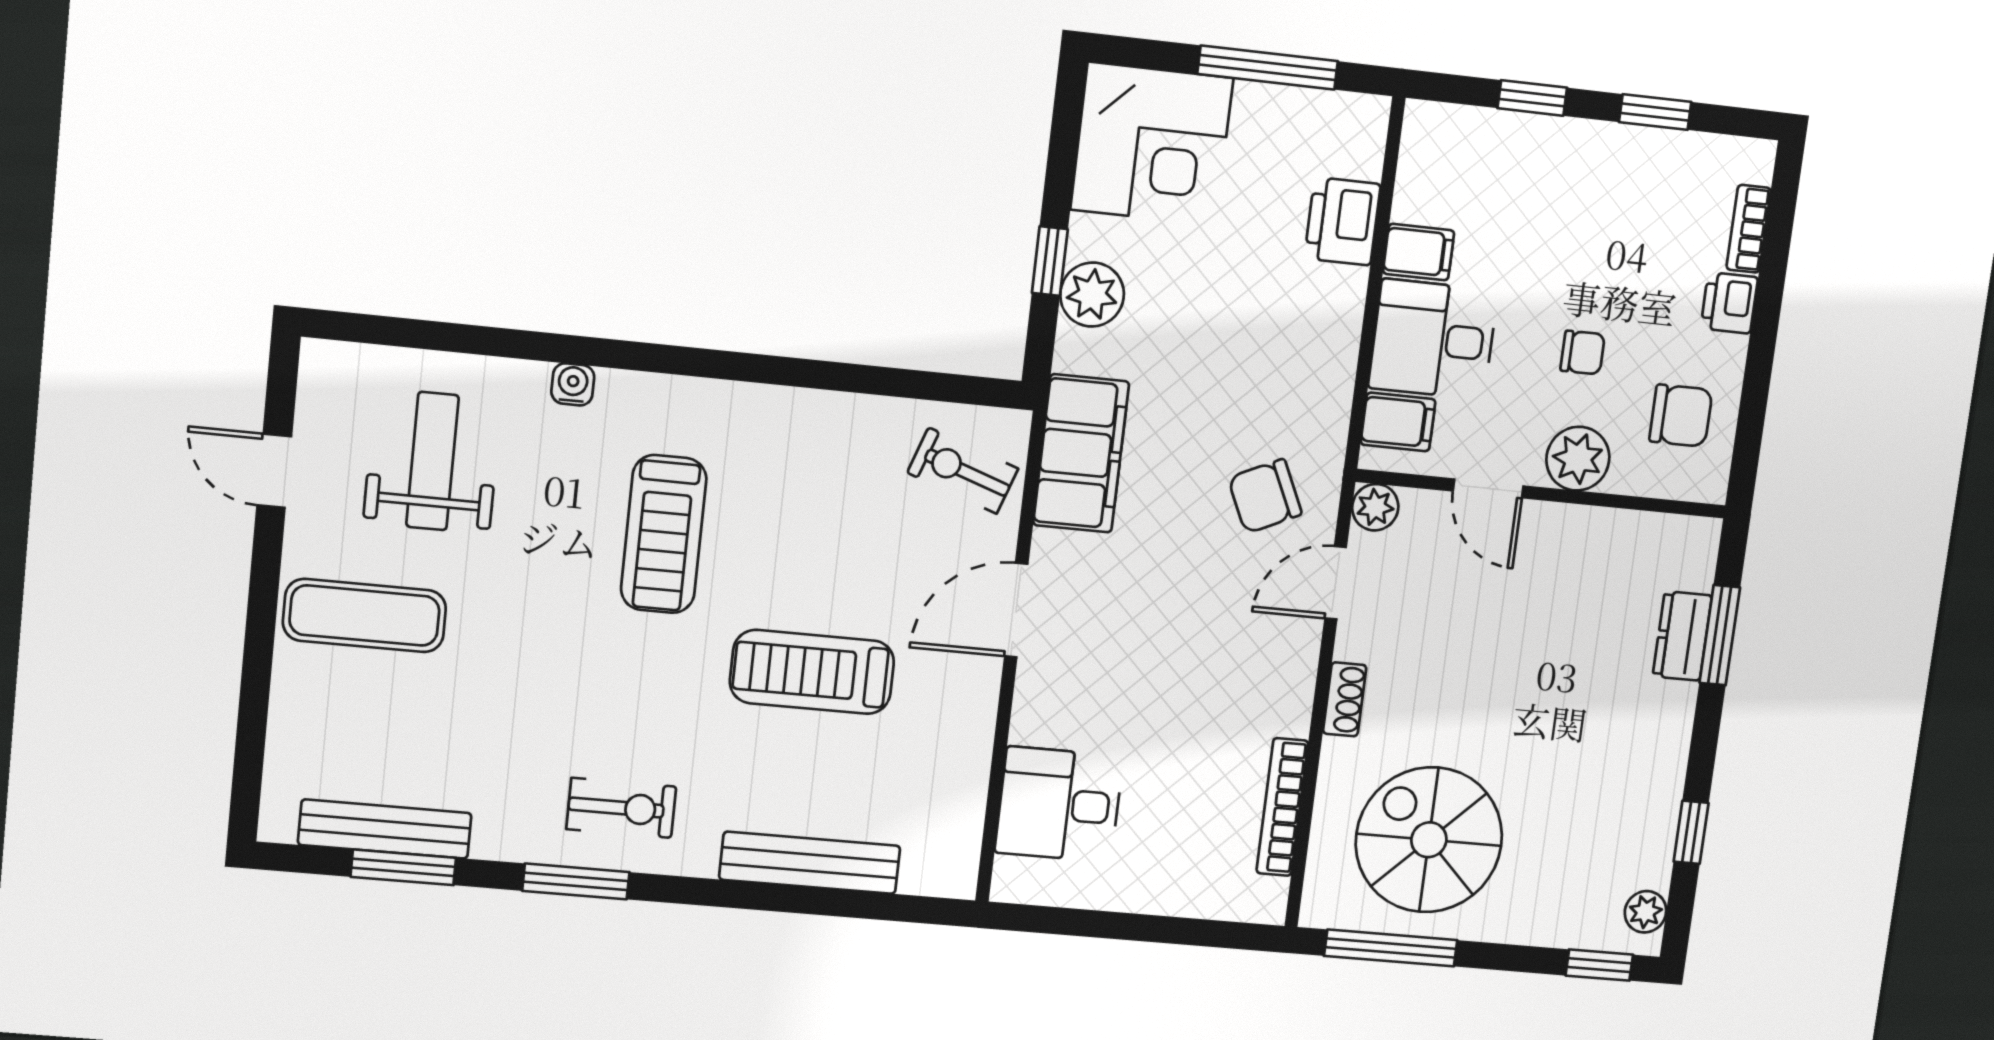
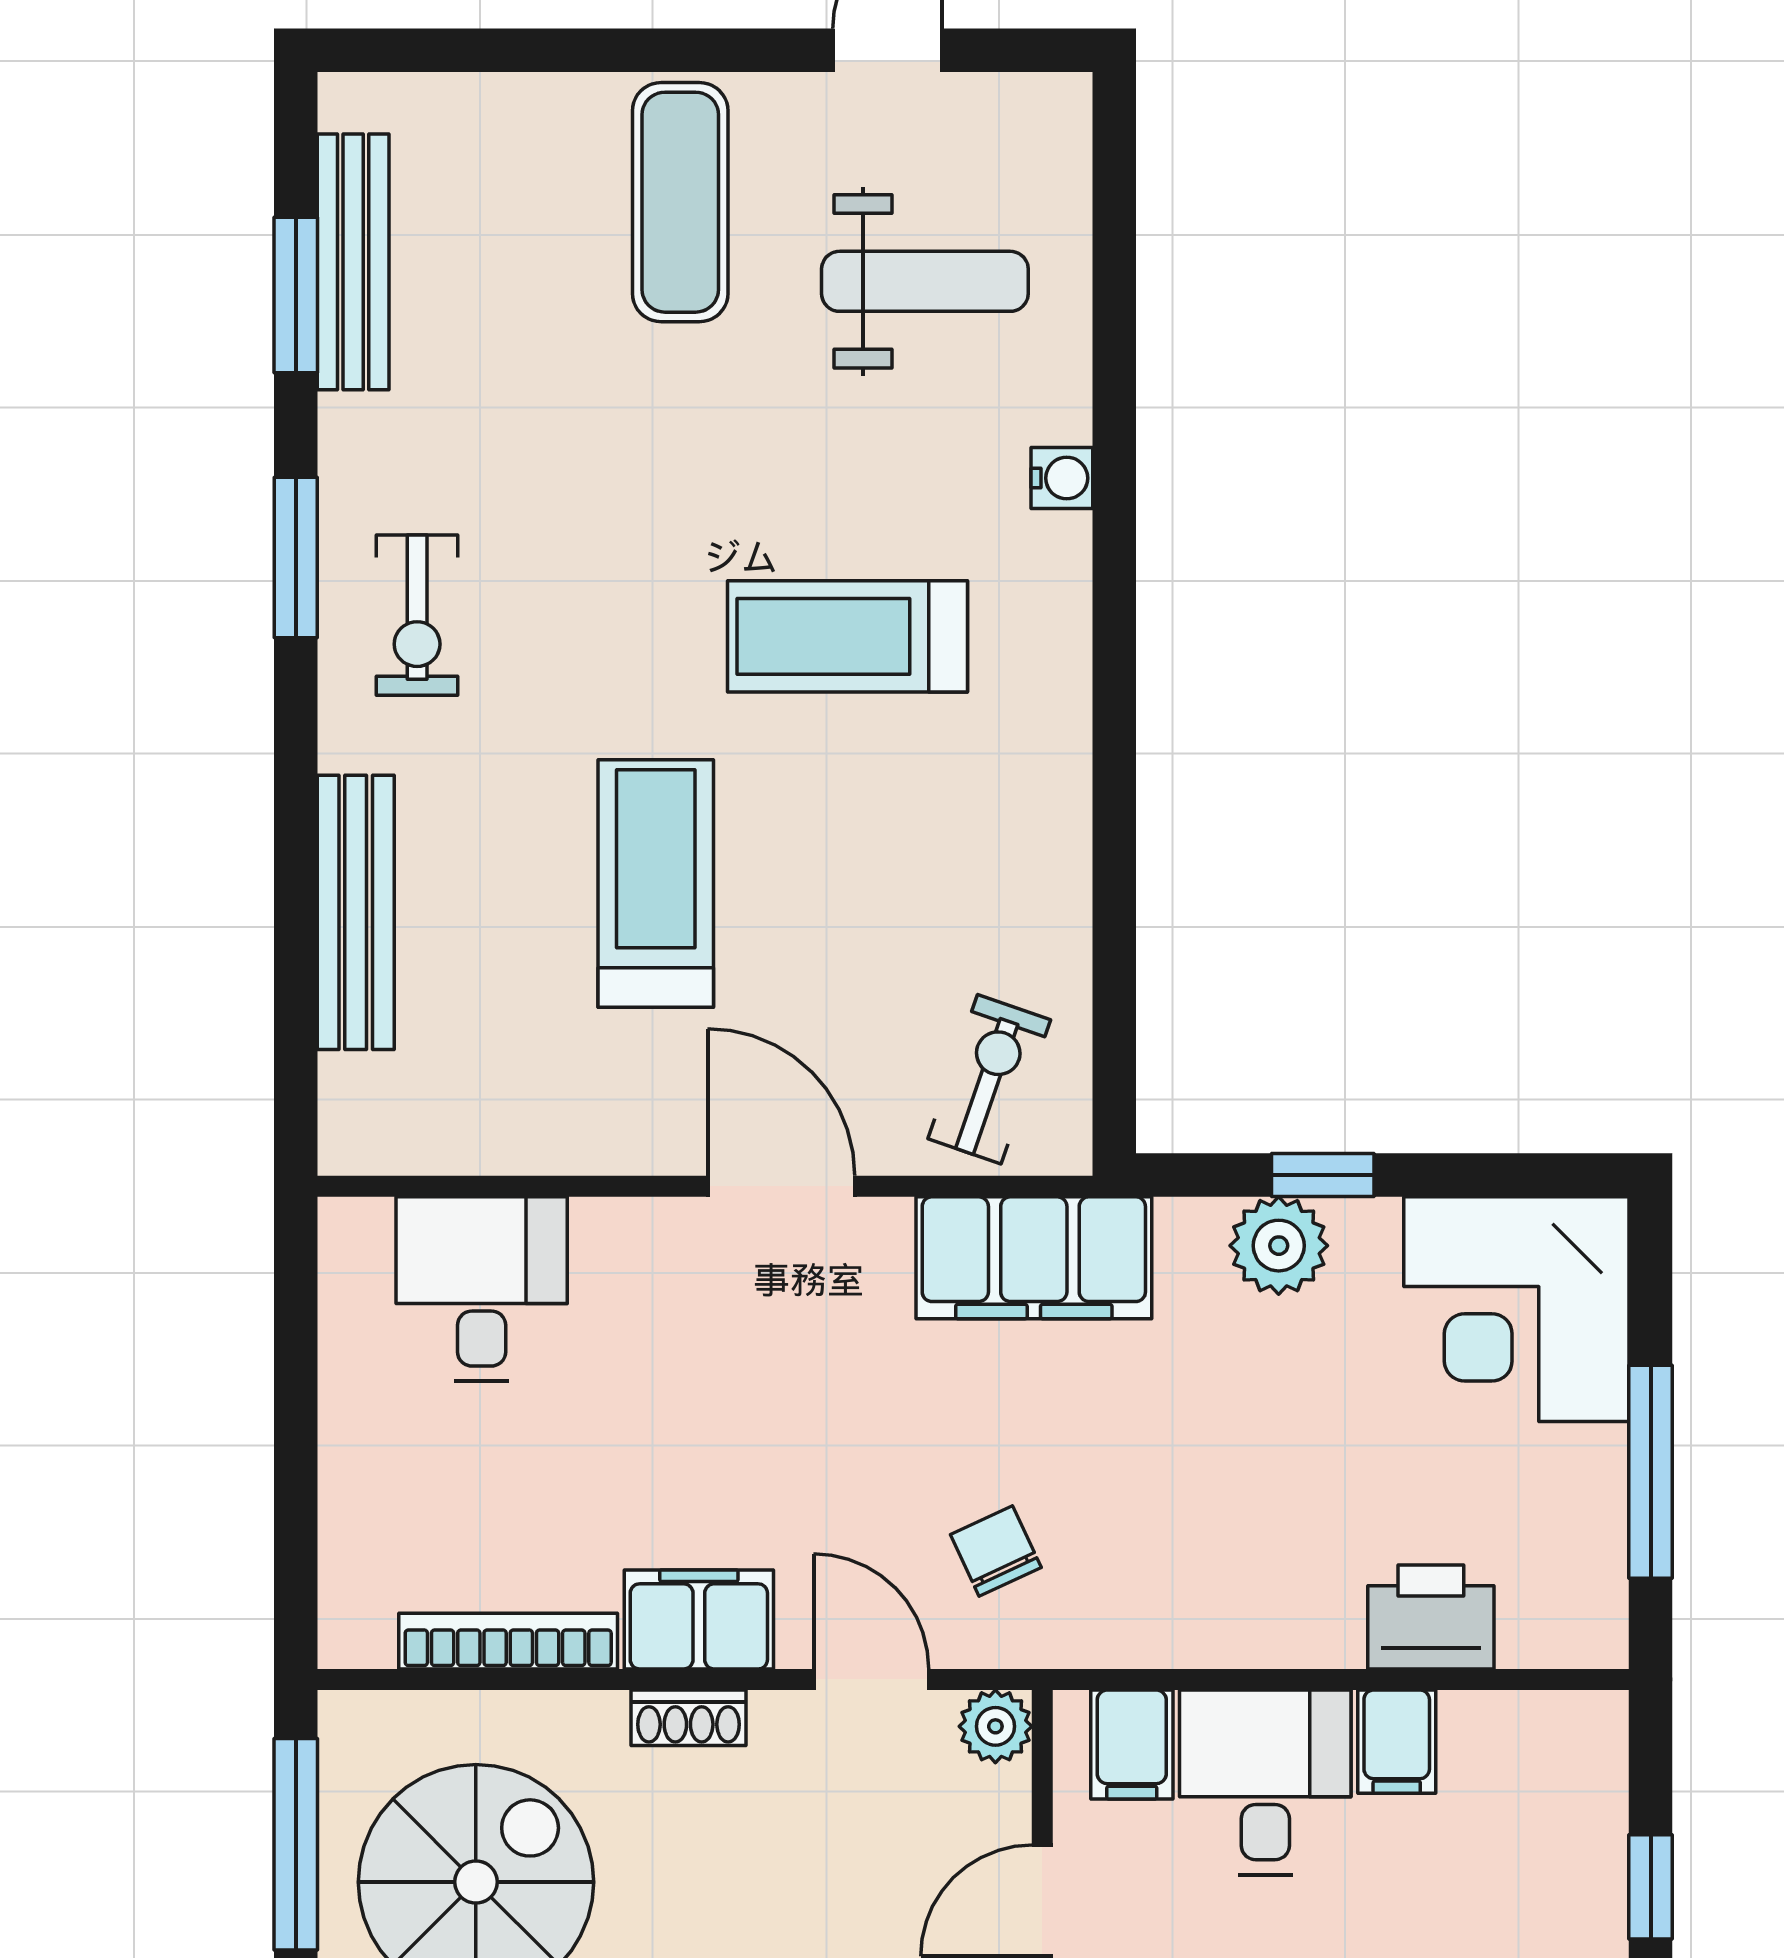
chair: (1265, 496) -> (996, 1551), width x0.73, depth x0.73
filing cabinet: (1284, 687) -> (699, 1619), added

